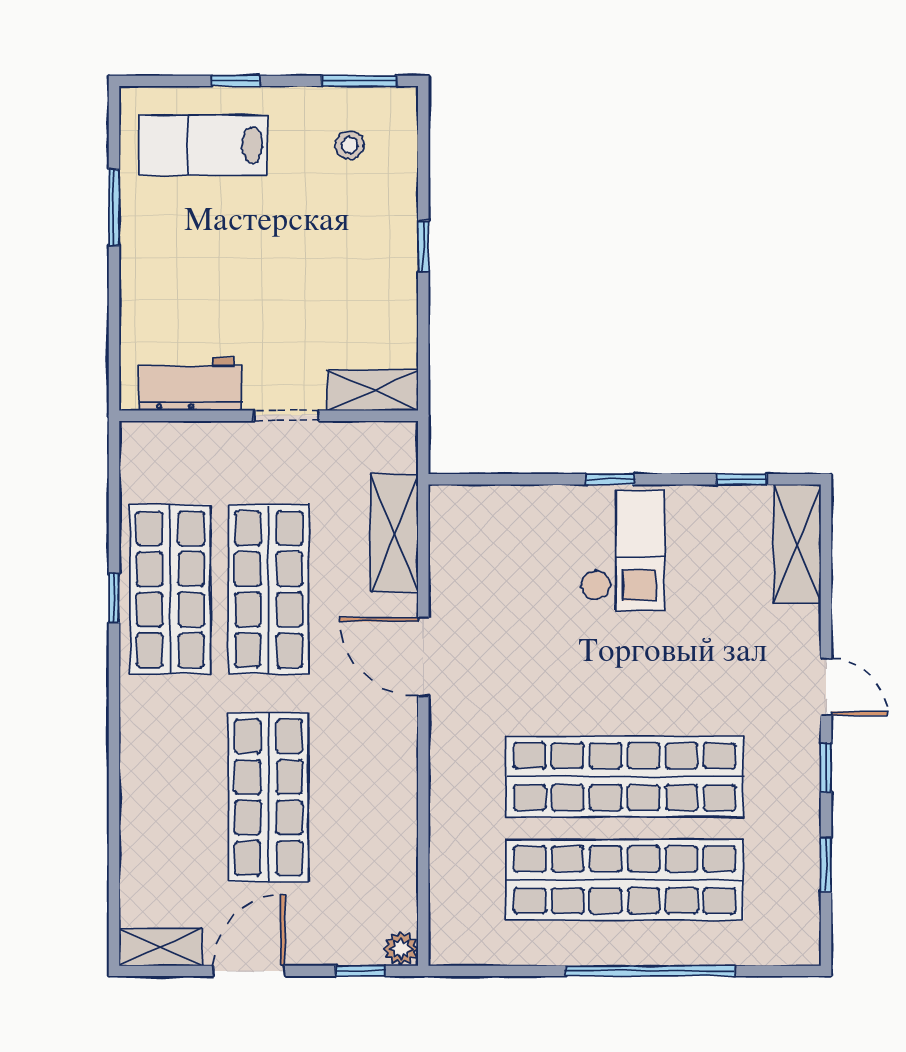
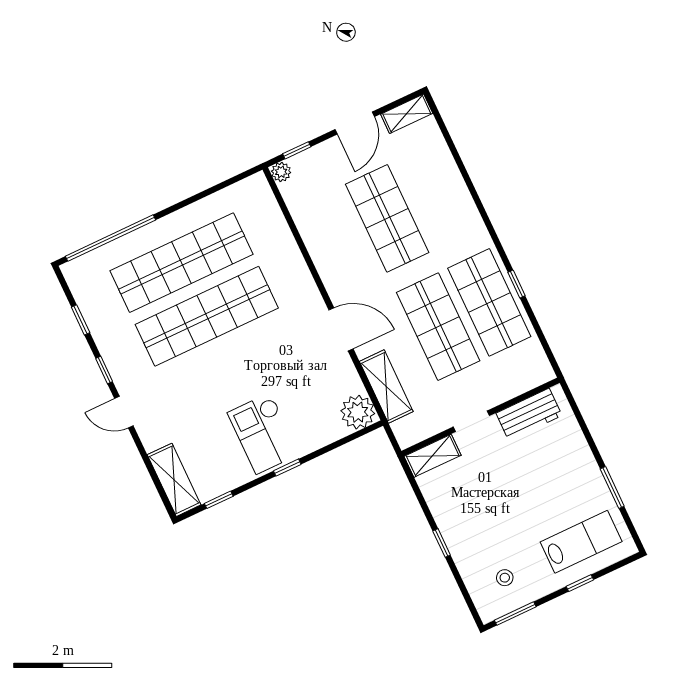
plant: (458, 514) -> (358, 412), added
window: (650, 971) -> (111, 238), moved

